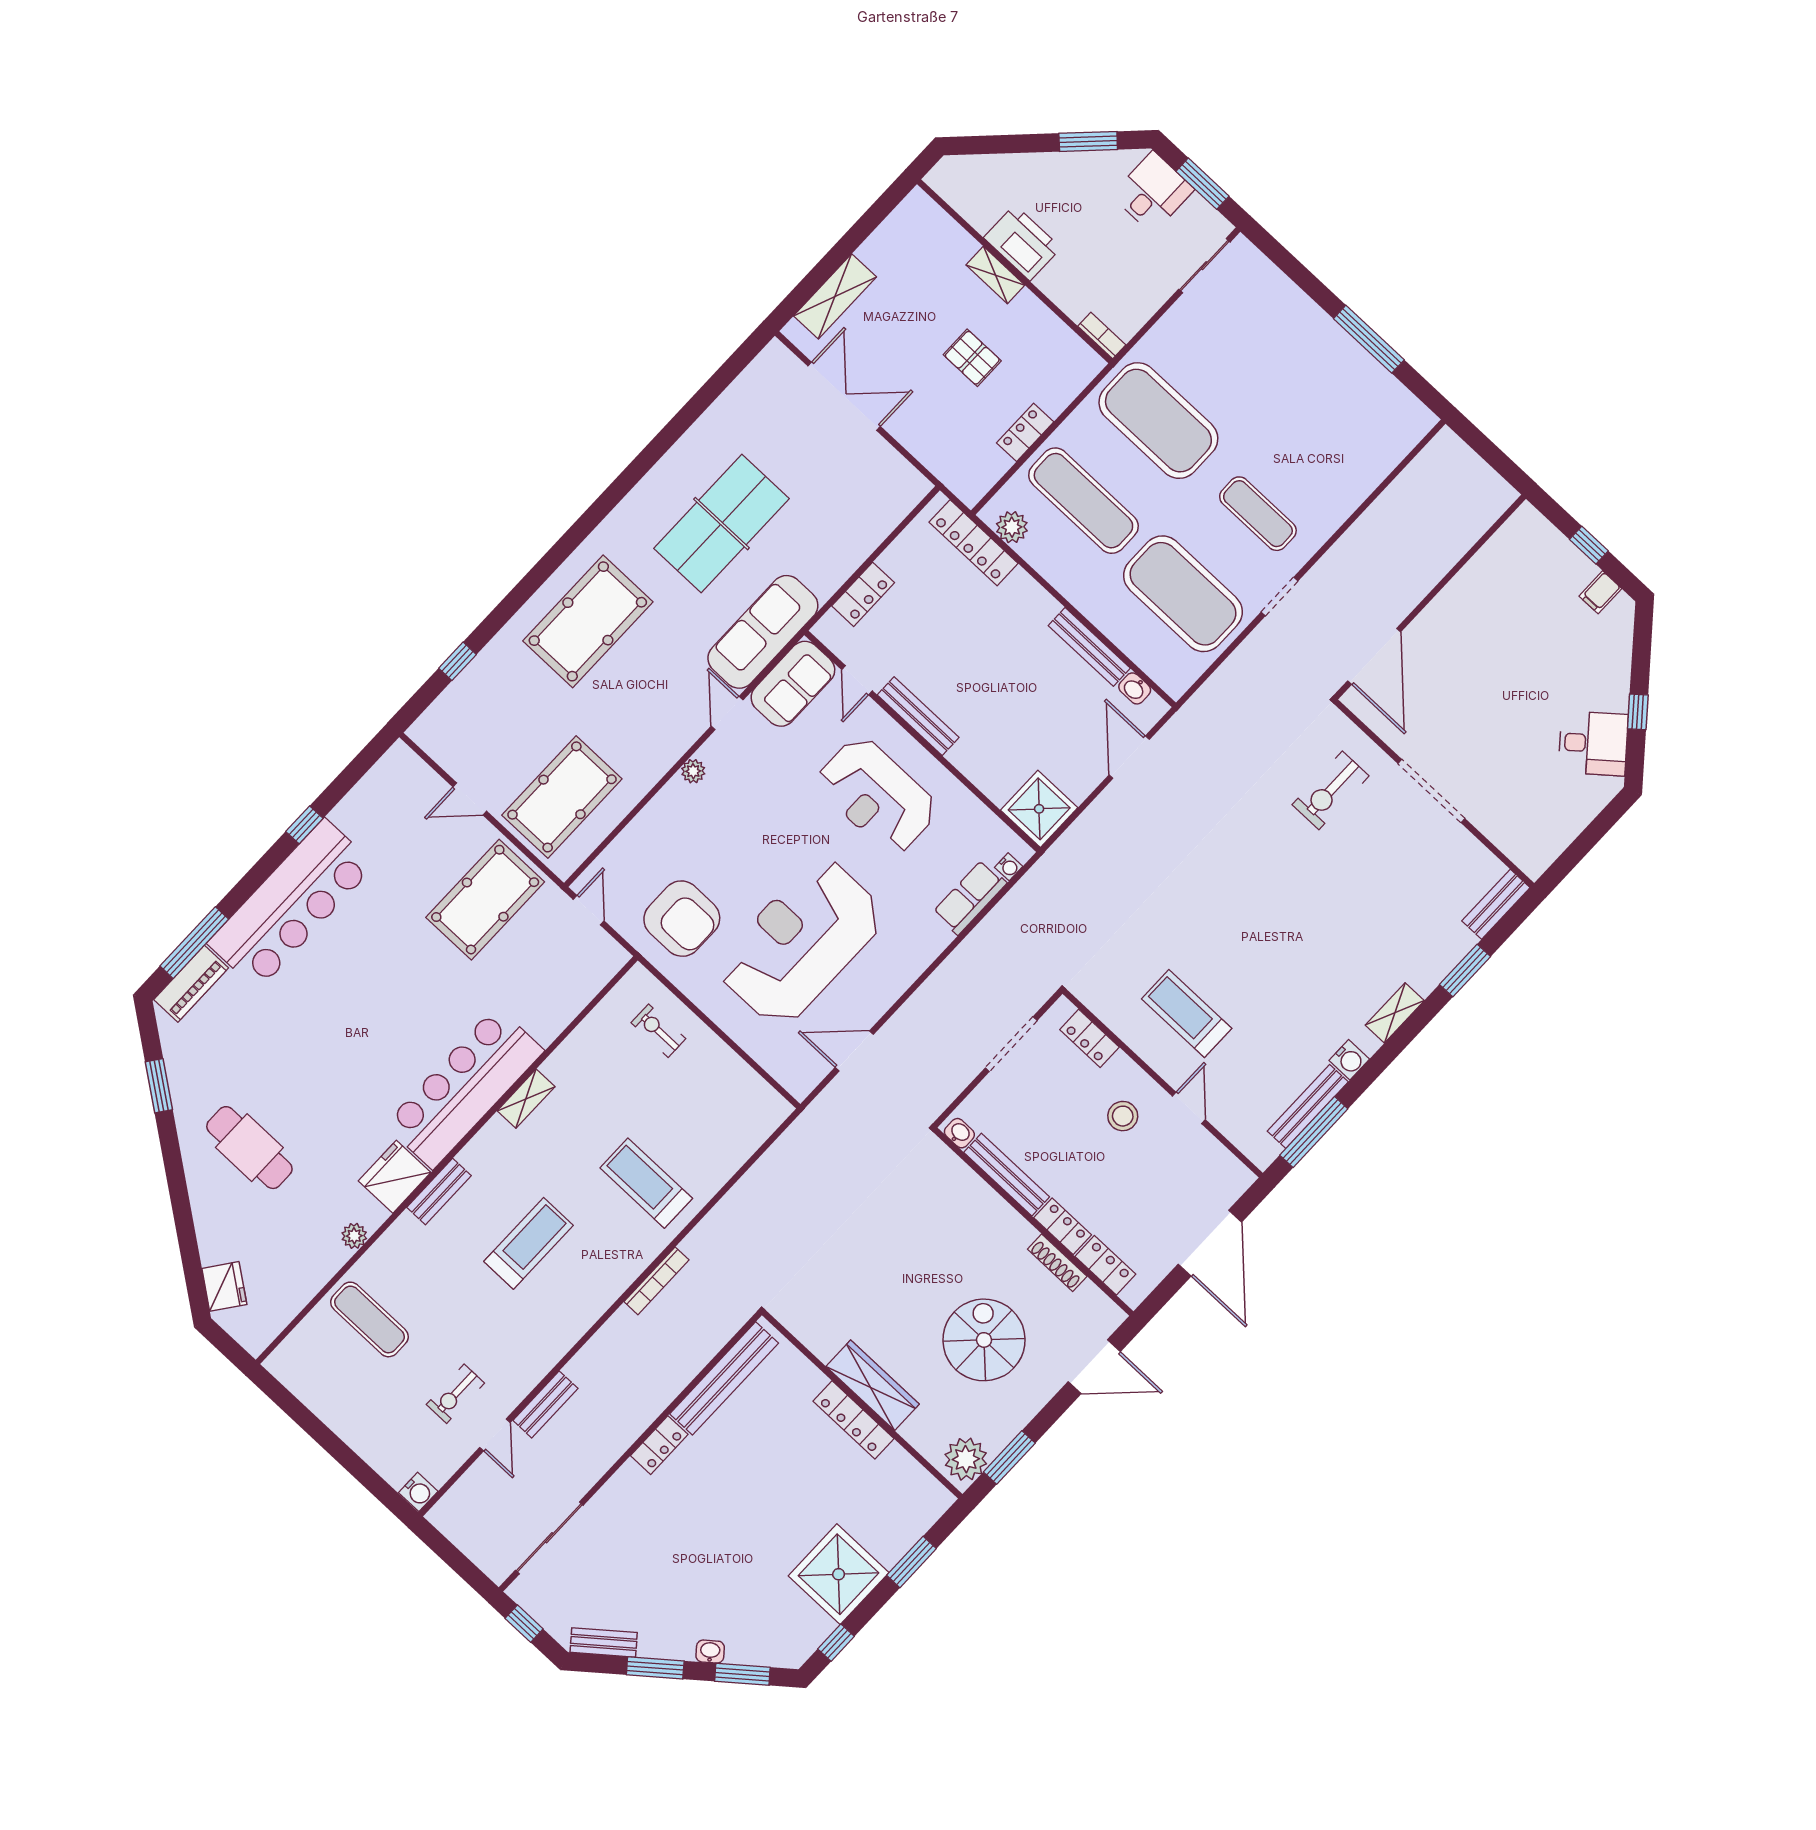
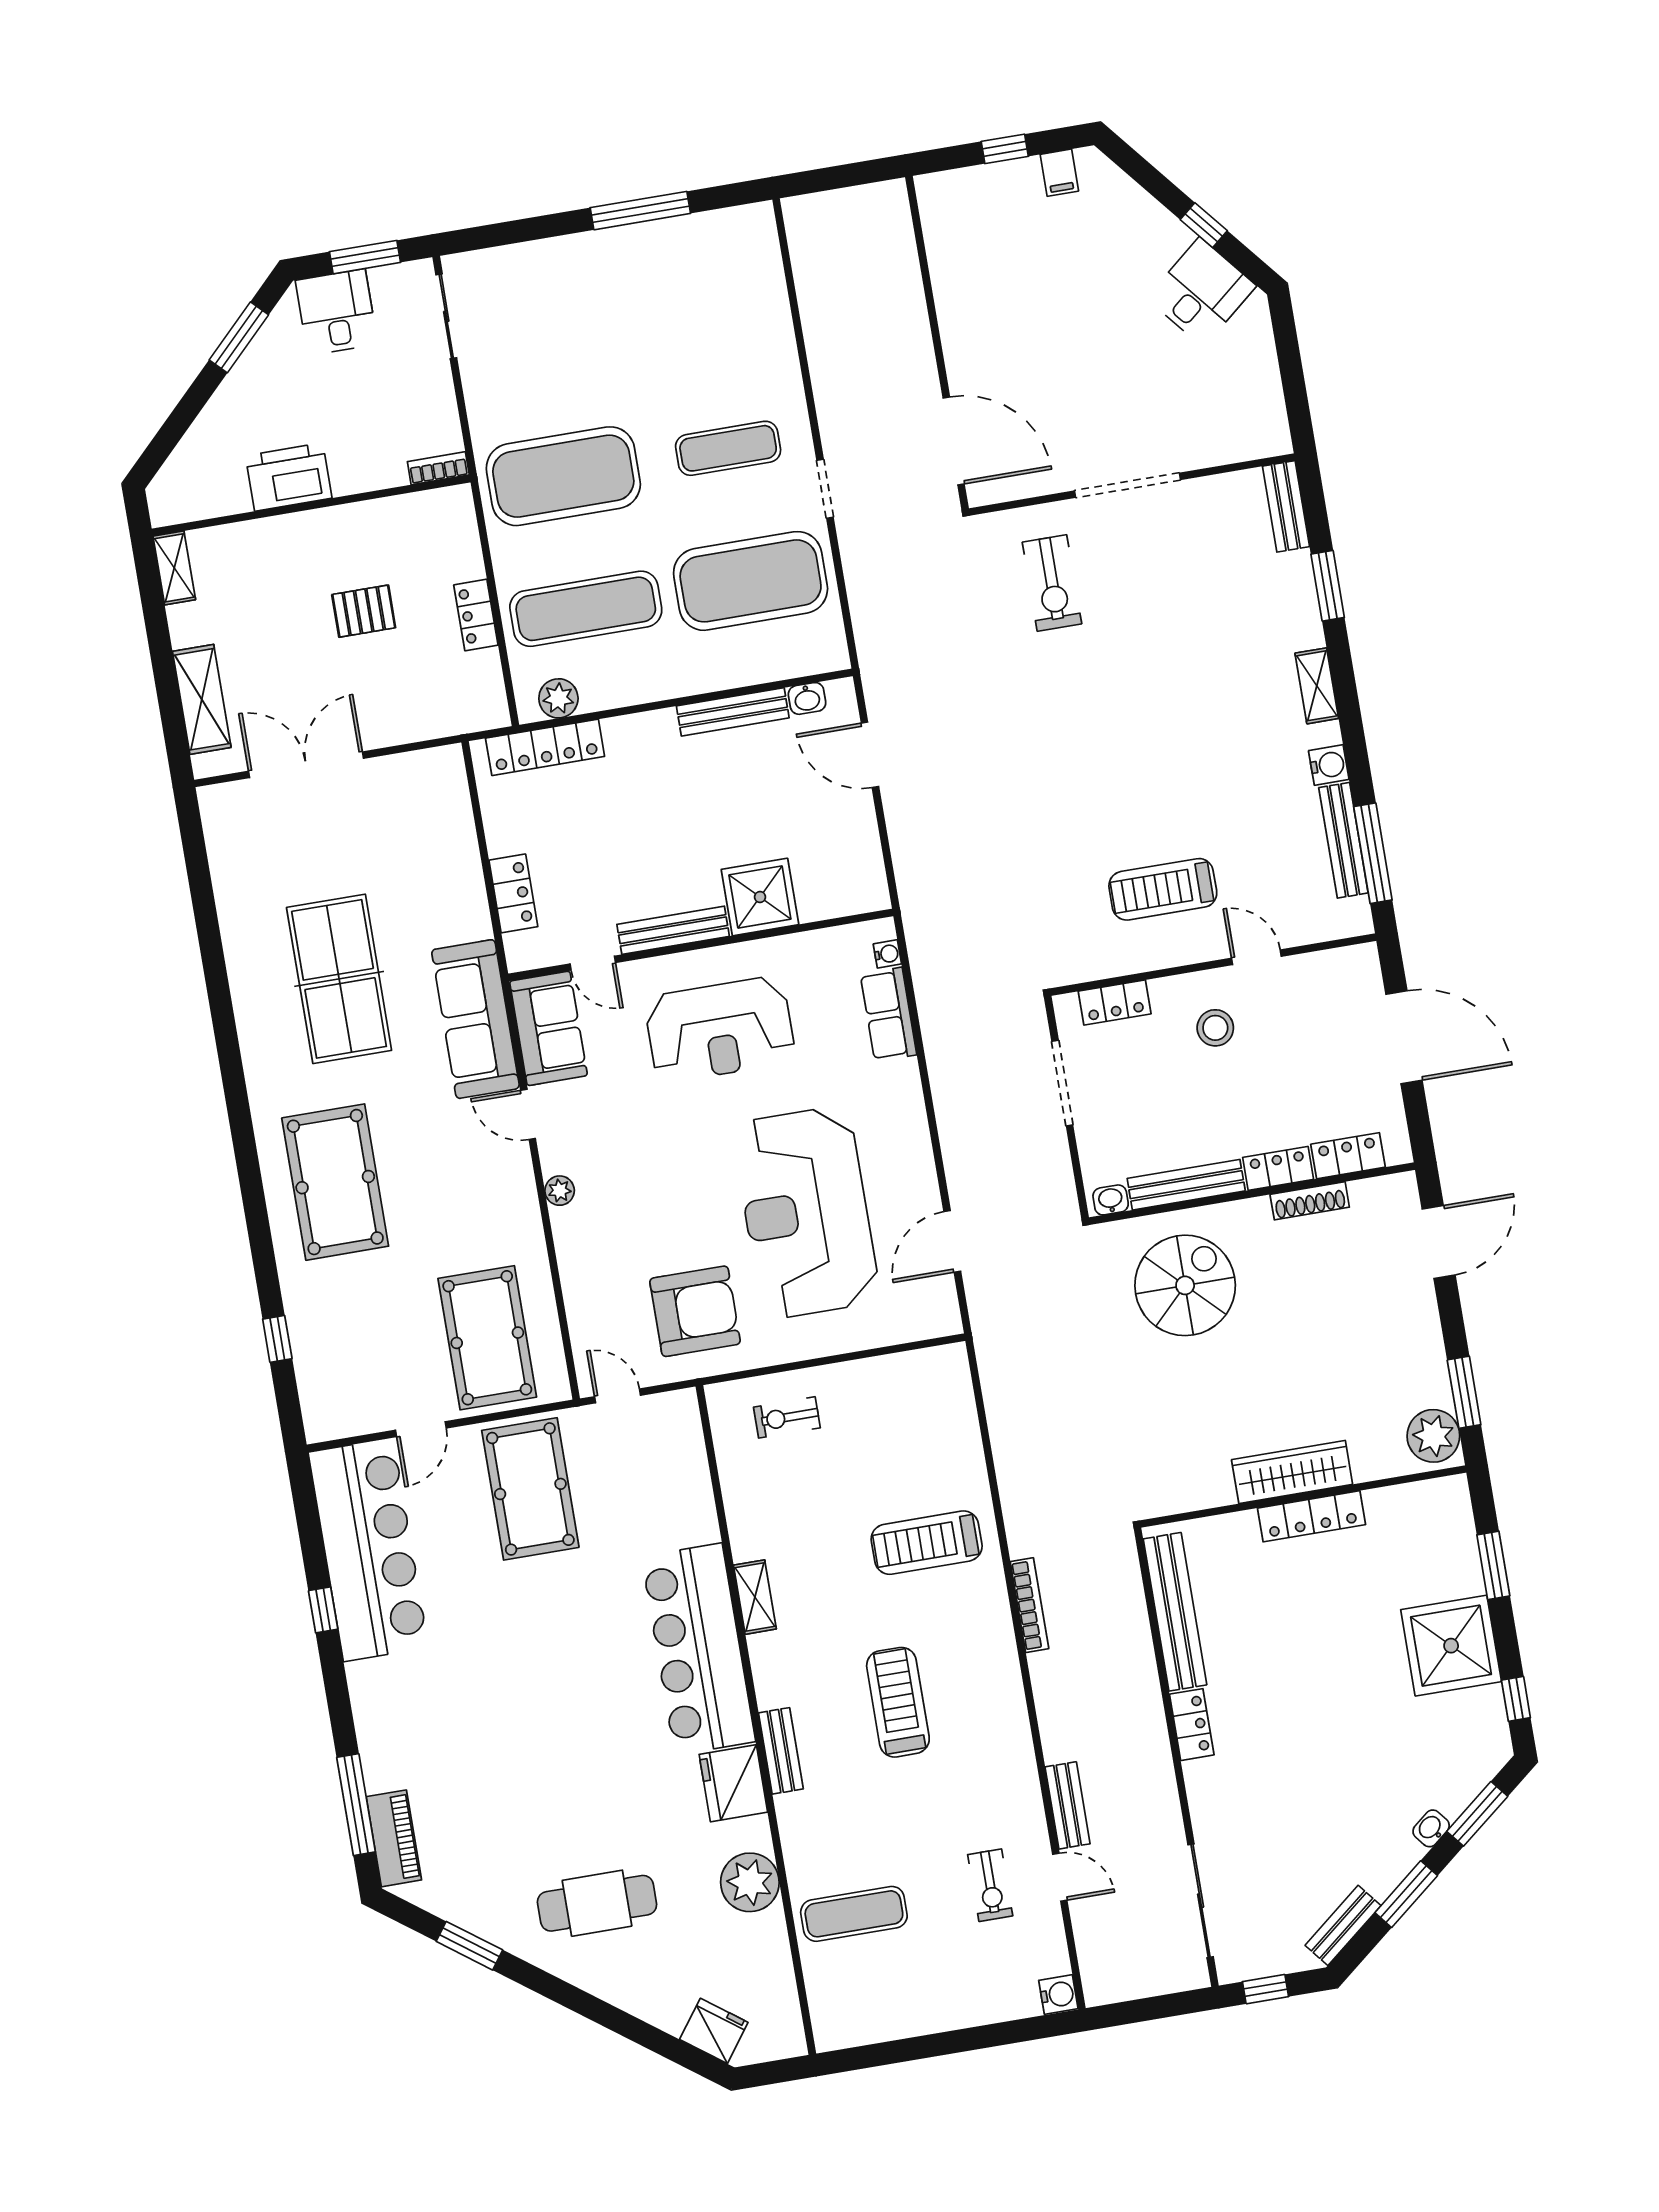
shelving: (995, 275) -> (174, 568), moved, turned 90
shower: (1039, 809) -> (760, 897), moved
bar counter: (291, 904) -> (368, 1550), moved
plant: (354, 1236) -> (750, 1882), width x1.88, depth x1.88
spiral stairs: (984, 1340) -> (1185, 1285), moved, turned 90

